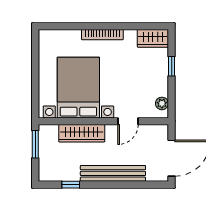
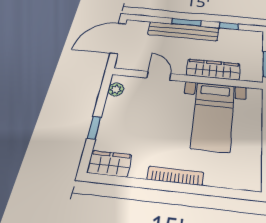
bed with nightstands: (78, 88) -> (213, 116), width x0.73
door: (128, 121) -> (159, 76), hinge flipped
window: (111, 185) -> (186, 22), added

